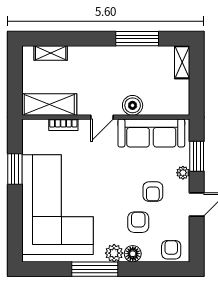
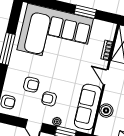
boiler: (133, 105) -> (106, 111), moved
plant: (114, 253) -> (15, 64), removed
floor lamp: (133, 254) -> (11, 76), removed

